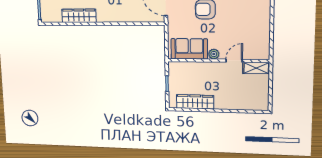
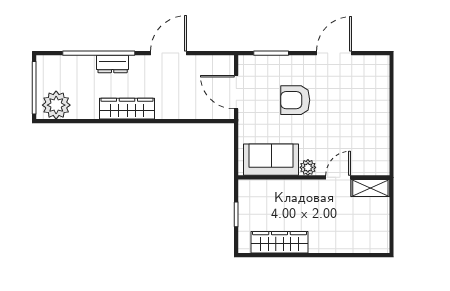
plant: (53, 14) -> (56, 105), added
wardrobe: (79, 16) -> (127, 109), moved

